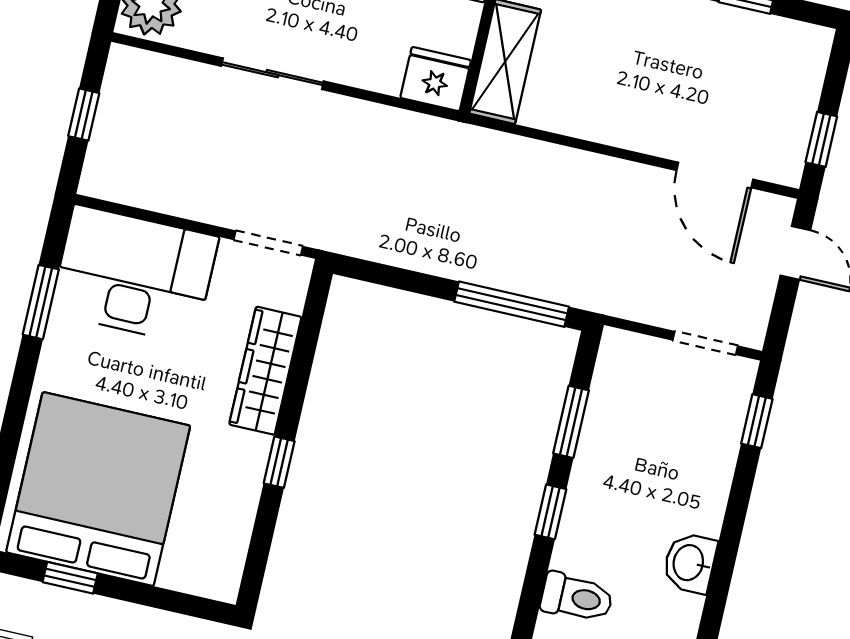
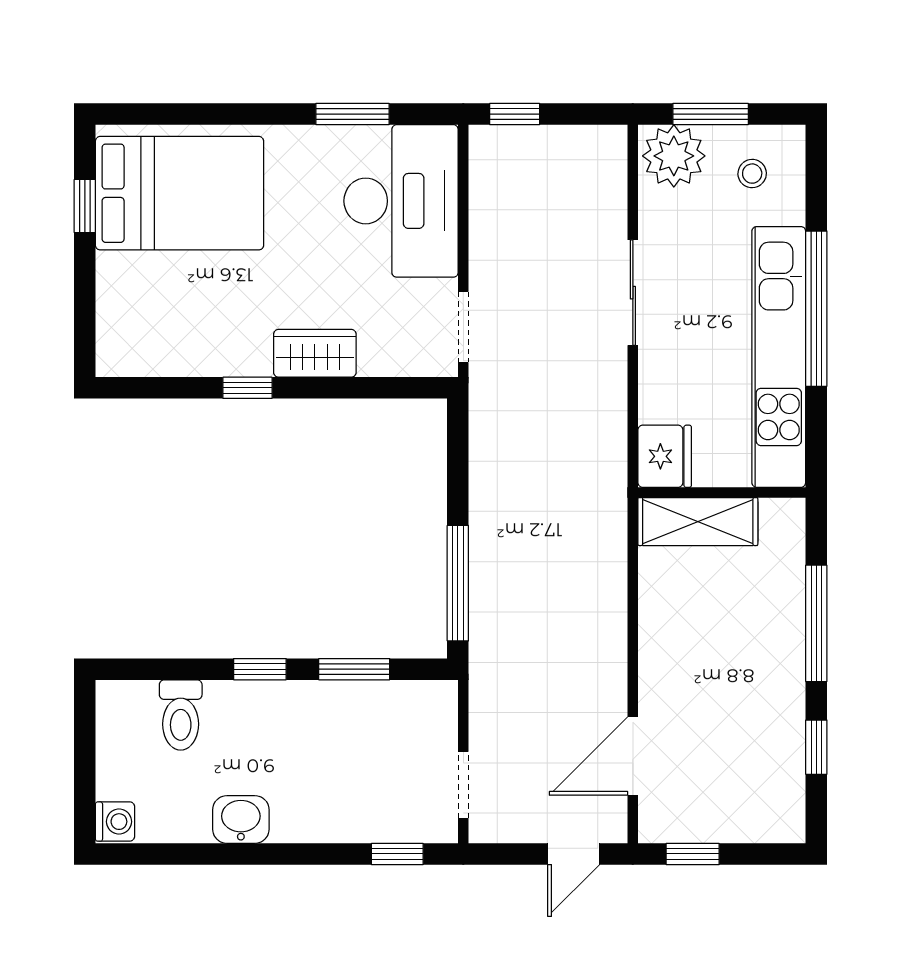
window: (84, 115) -> (515, 114), moved
wardrobe: (265, 371) -> (315, 353), width x0.67
bed: (98, 489) -> (180, 193), width x0.73

